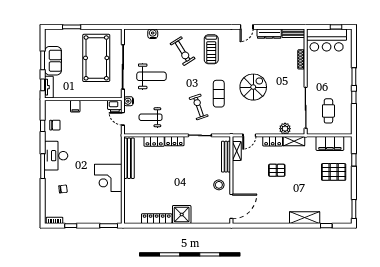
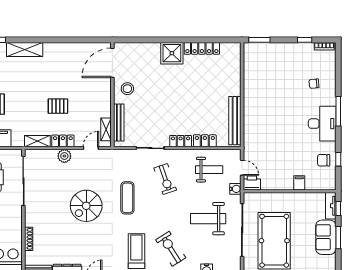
exercise bike: (199, 107) -> (165, 179), moved
plant: (285, 129) -> (64, 156), moved
corner desk: (108, 178) -> (260, 97), removed

